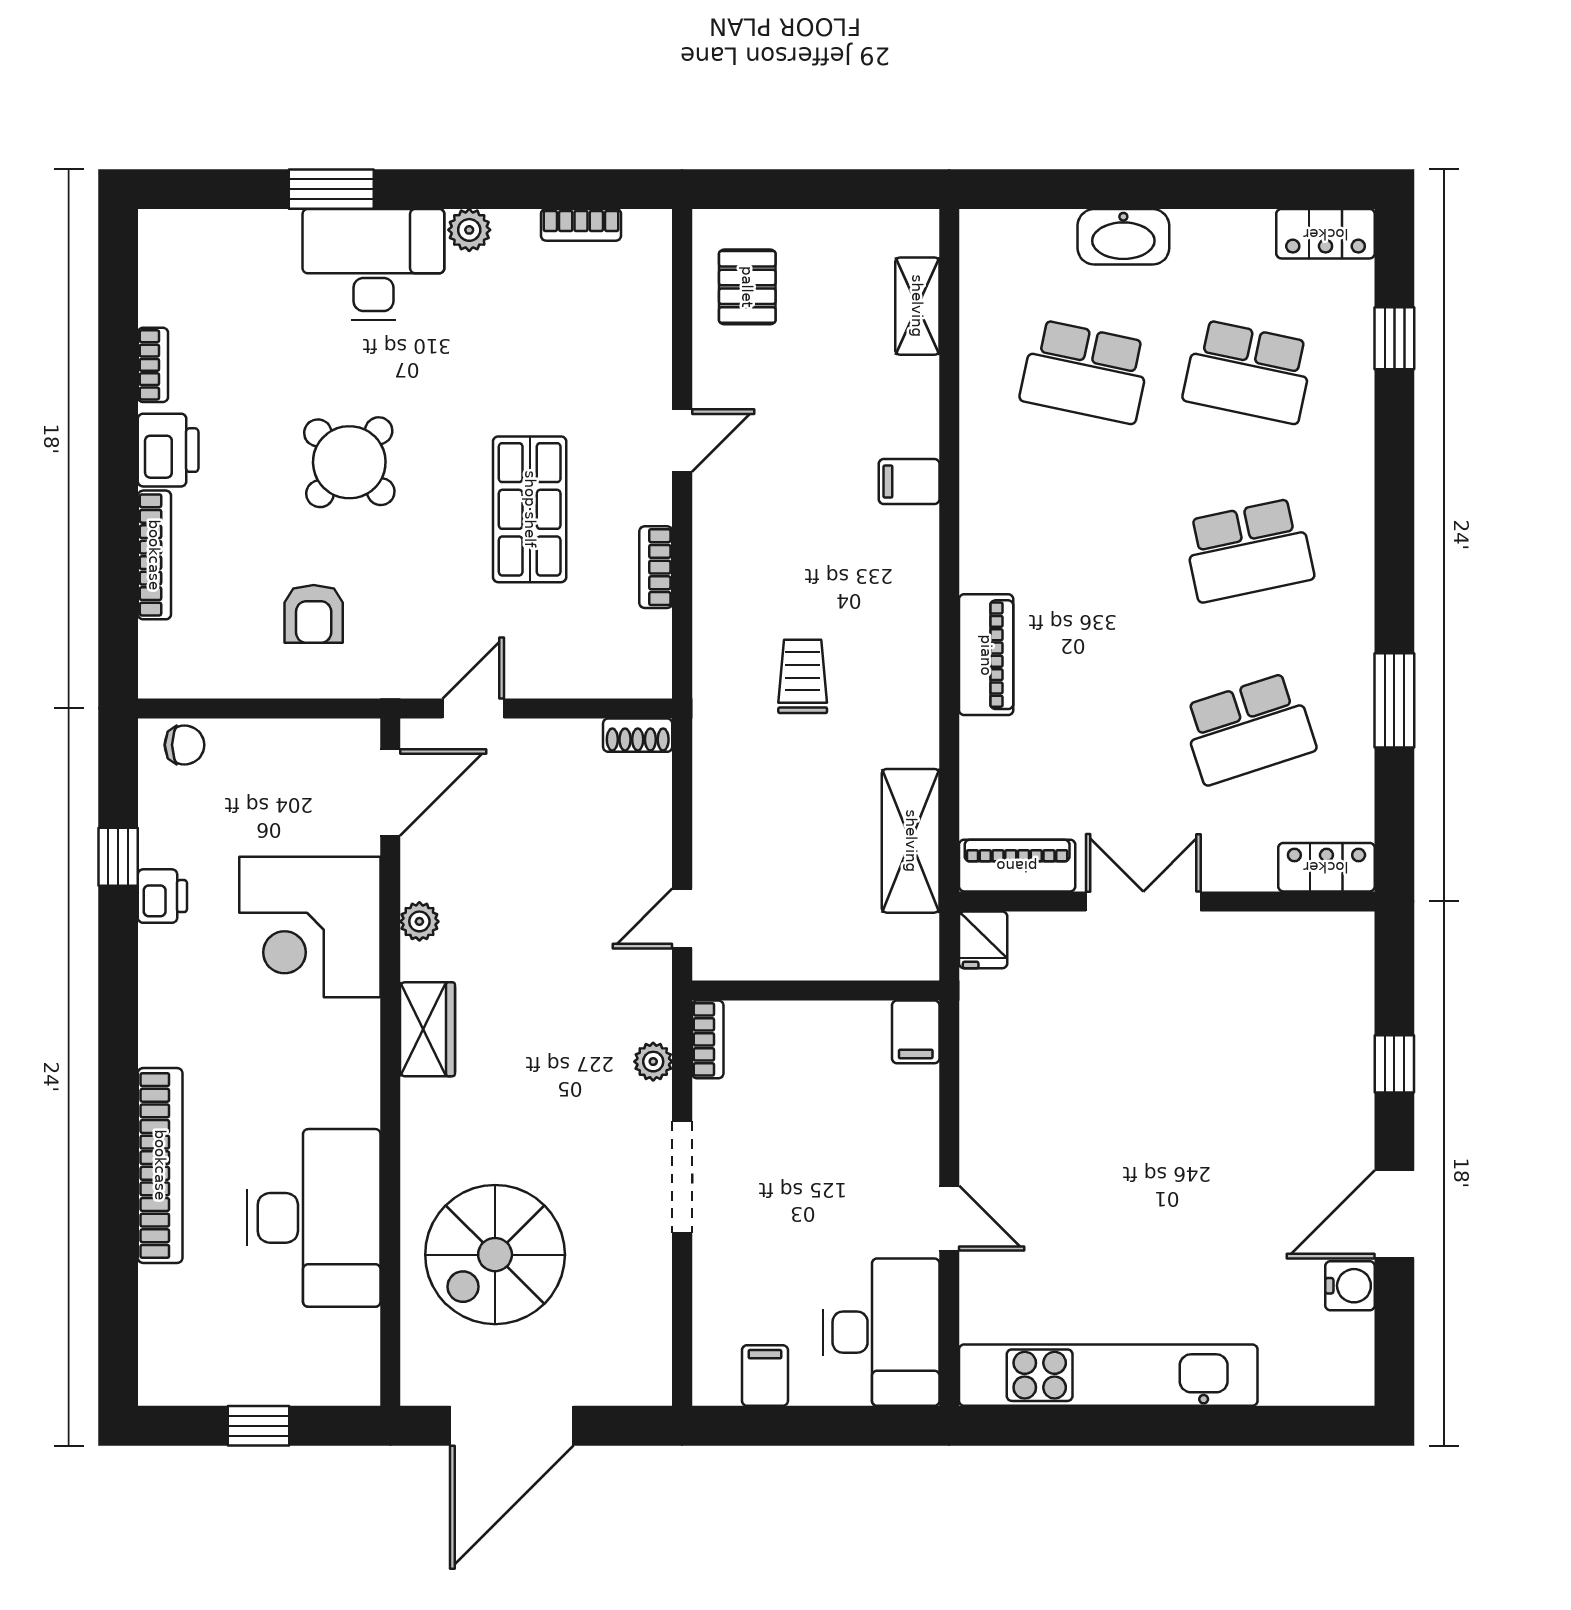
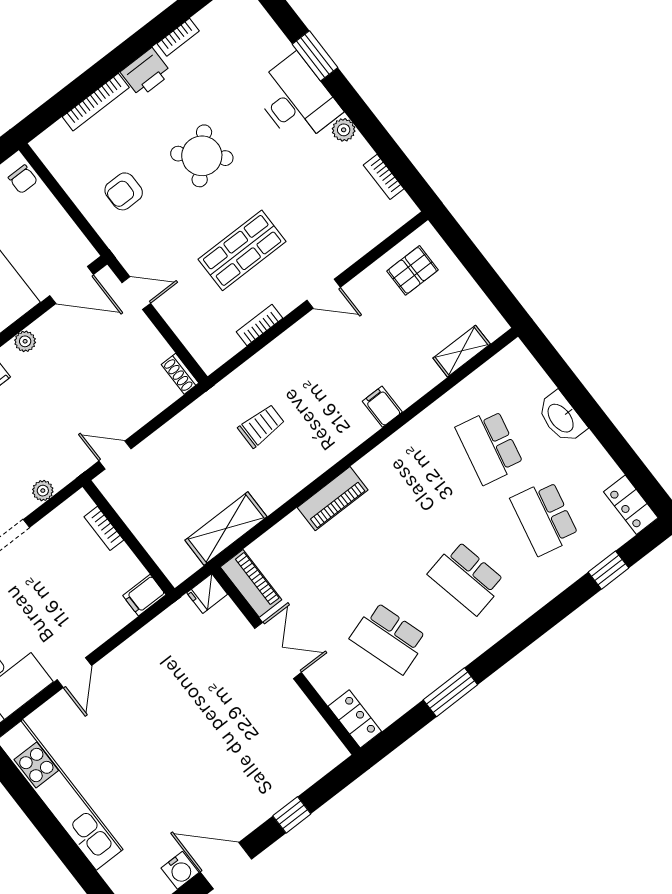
bookcase: (708, 1039) -> (104, 528), moved, turned 90

